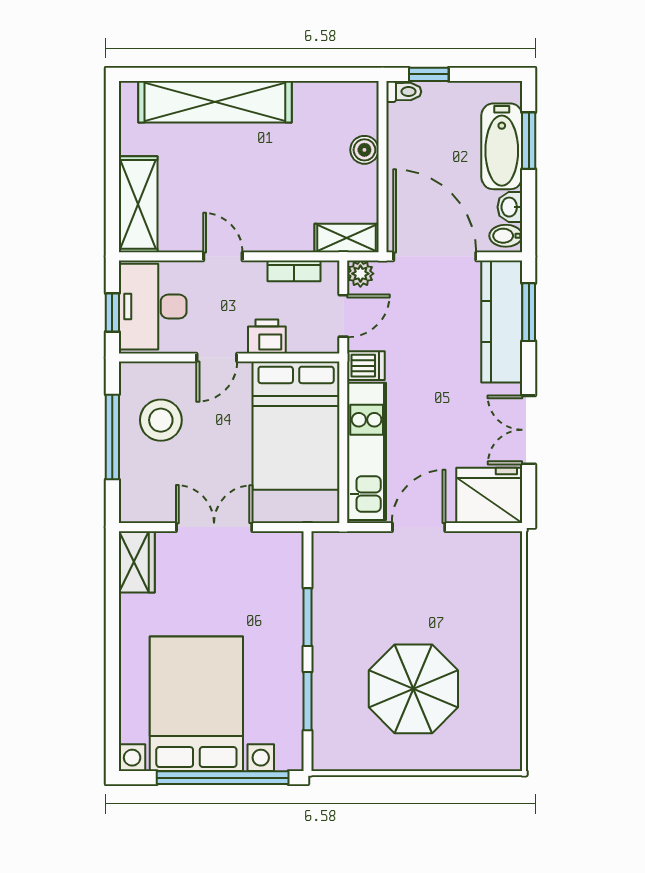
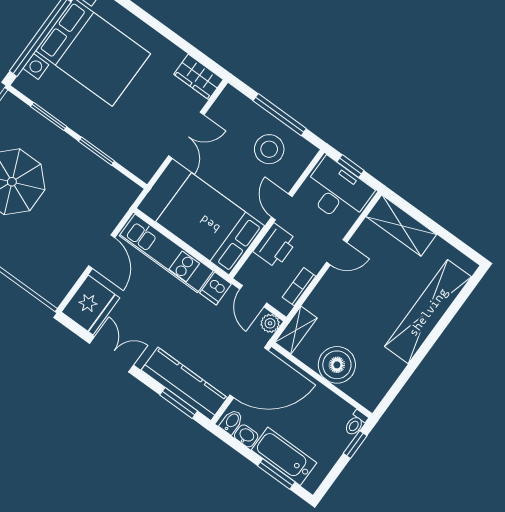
boiler: (364, 150) -> (337, 365), width x1.86, depth x1.86
printer: (267, 337) -> (275, 246), width x1.36, depth x1.24

